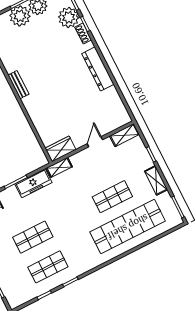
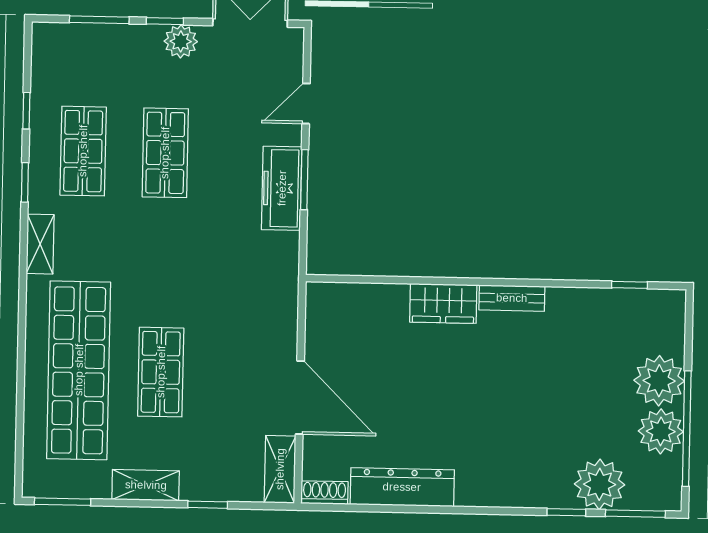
shoe rack: (83, 34) -> (324, 493), moved
dresser: (98, 69) -> (402, 487), moved
door: (95, 142) -> (300, 398), width x1.87
wardrobe: (61, 149) -> (443, 303), moved, turned 90
shelving: (59, 167) -> (40, 244), moved
freezer: (33, 183) -> (282, 188), moved

